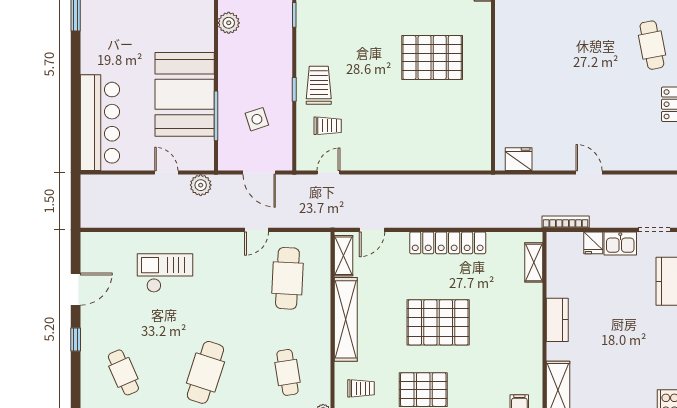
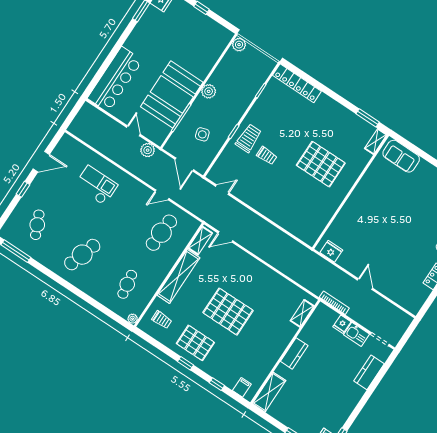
plant: (229, 23) -> (209, 91), moved
trolley: (328, 126) -> (267, 156), moved
locker: (448, 243) -> (262, 271), removed

